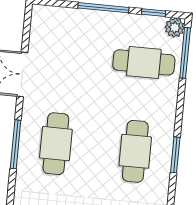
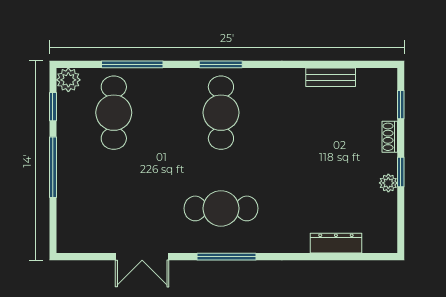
window: (185, 53) -> (132, 64), moved
cafe table: (135, 151) -> (221, 113), turned 90

